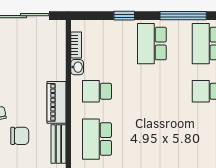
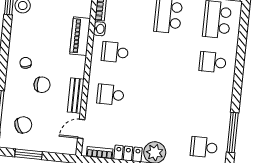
piano: (56, 102) -> (80, 36), moved
school desk: (97, 139) -> (110, 95), width x0.54

